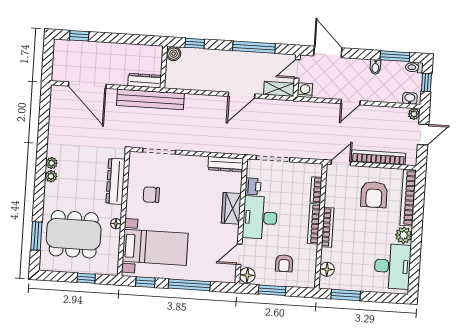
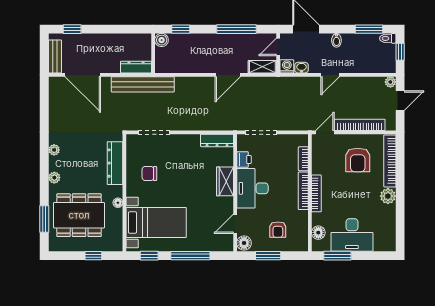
bench: (59, 64) -> (55, 56), added
bidet: (375, 67) -> (336, 40), moved
washbasin: (410, 98) -> (302, 68), moved
plant: (51, 176) -> (54, 178), moved
desk: (392, 266) -> (352, 235), moved, turned 90

